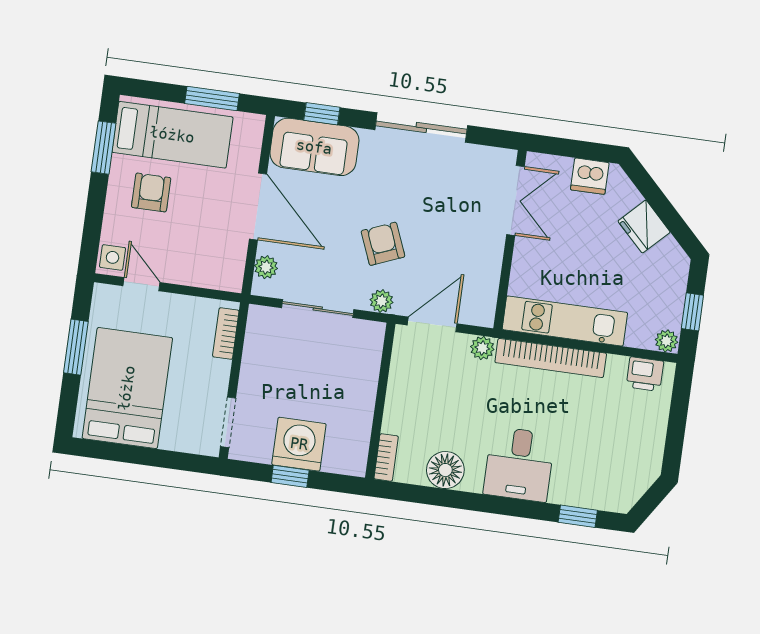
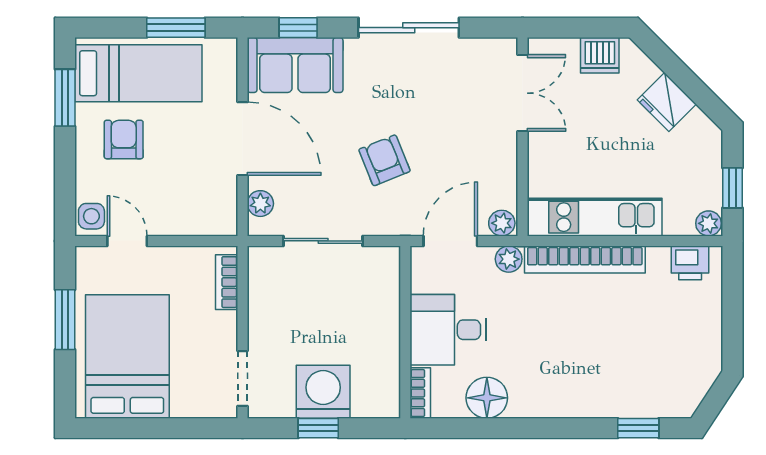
plant: (381, 301) -> (502, 223), moved
desk: (519, 464) -> (448, 330), moved, turned 90

